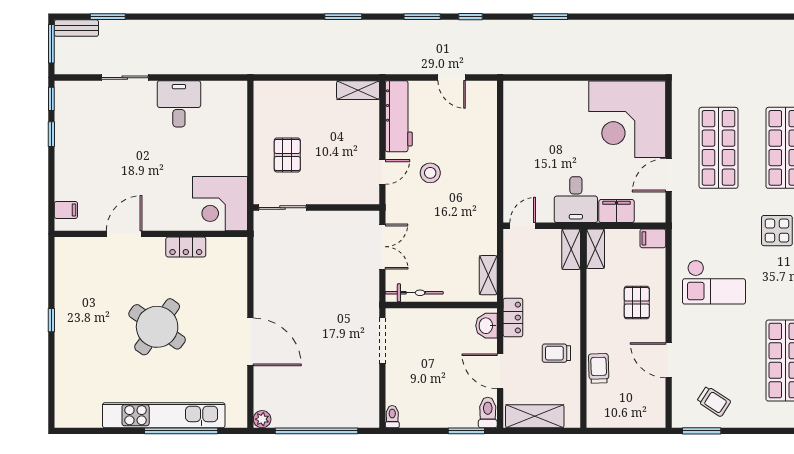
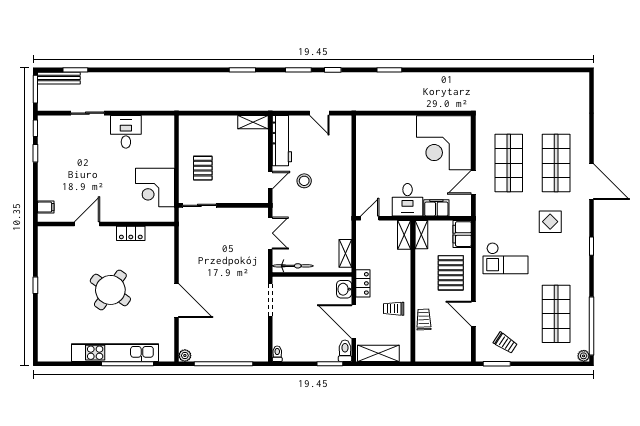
bench: (76, 28) -> (59, 78), width x1.36
corner desk: (220, 204) -> (155, 187), moved
filing cabinet: (653, 238) -> (462, 234), width x2.00
pallet: (637, 303) -> (451, 273), width x1.50, depth x1.42
door: (500, 371) -> (354, 322), width x1.36

